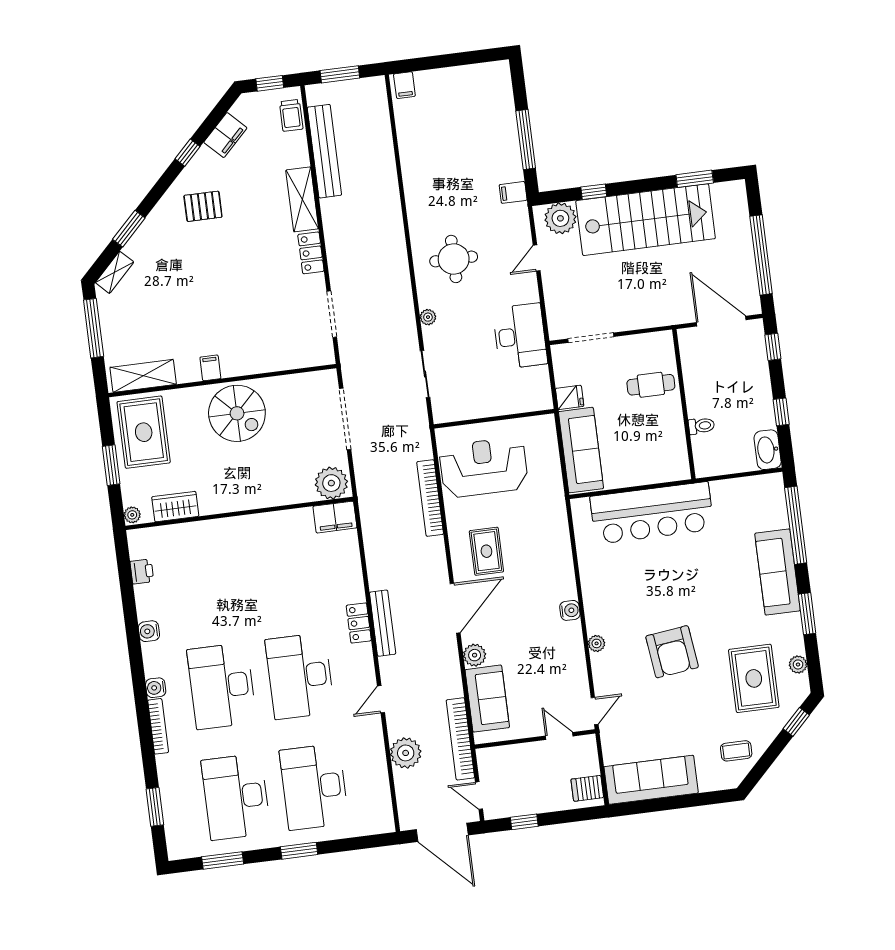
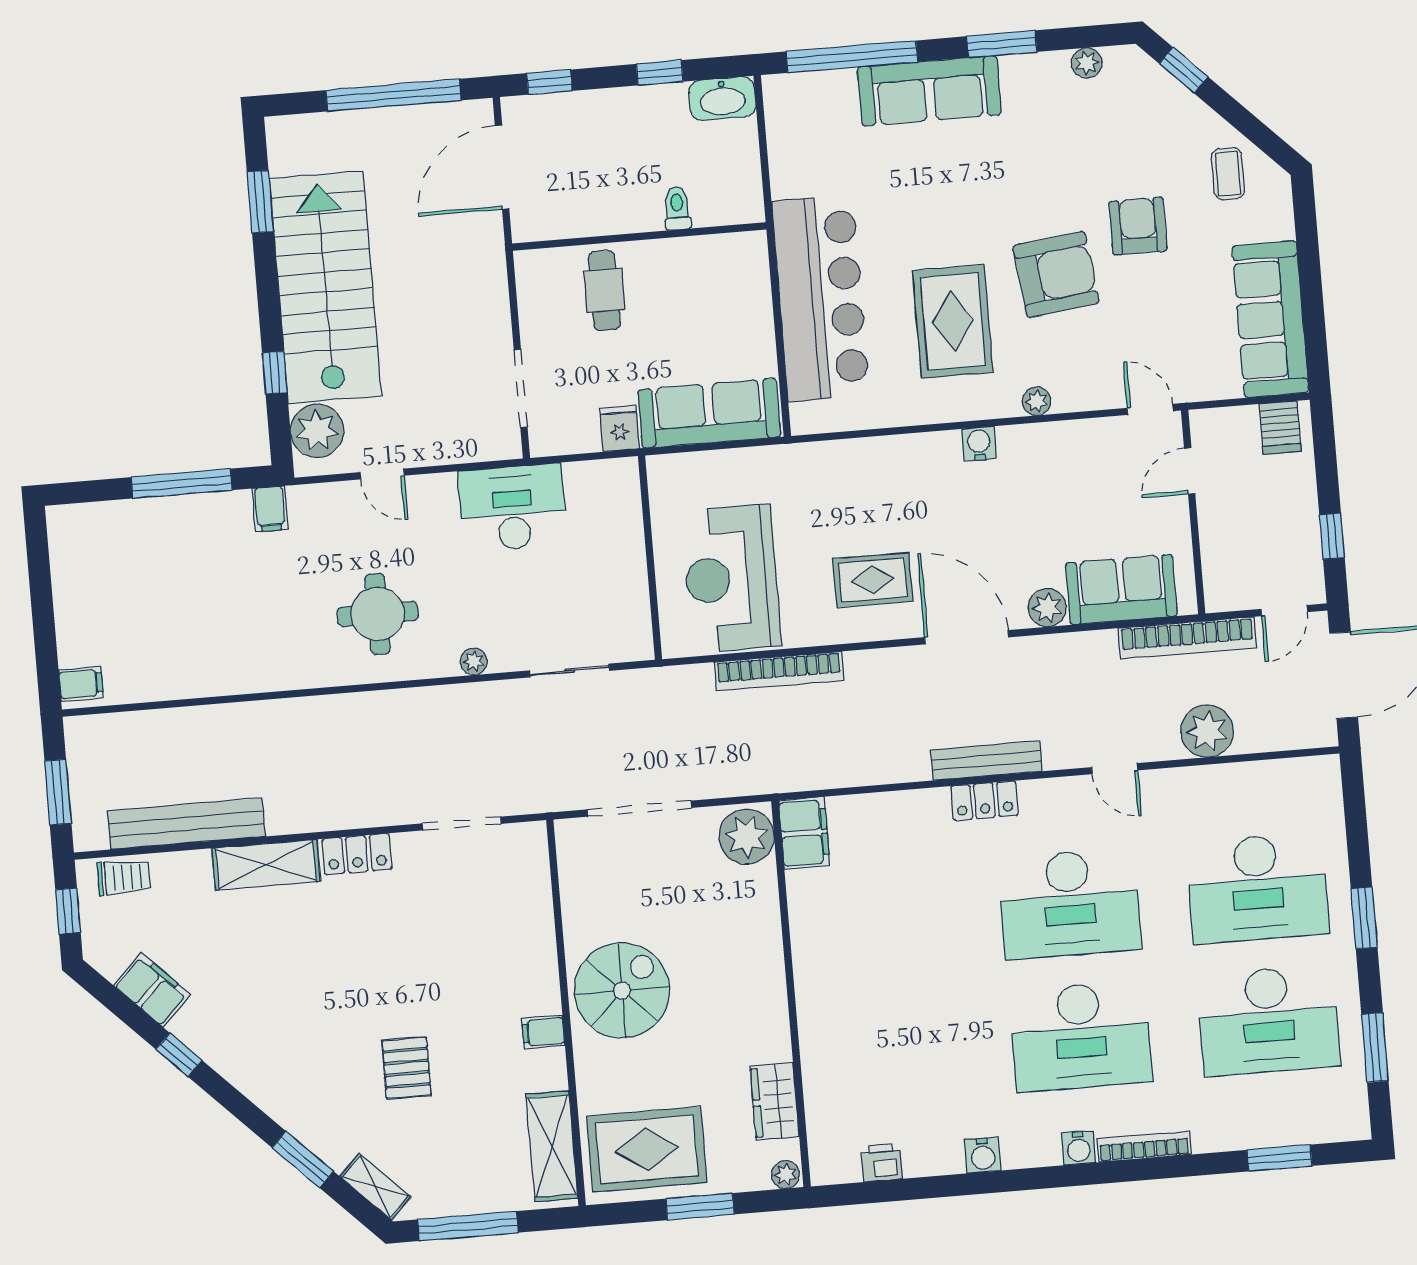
pallet: (203, 206) -> (406, 1068), moved
rug: (754, 678) -> (953, 321), moved, turned 90
armchair: (703, 699) -> (1138, 226), added

